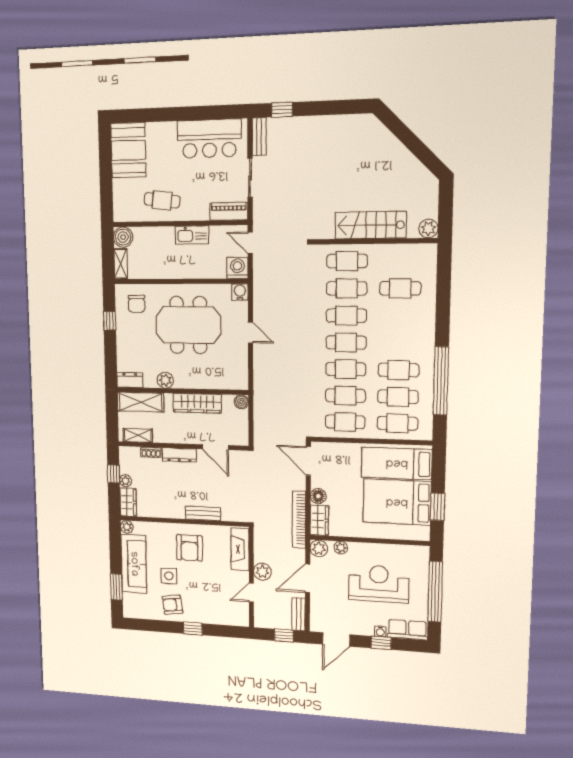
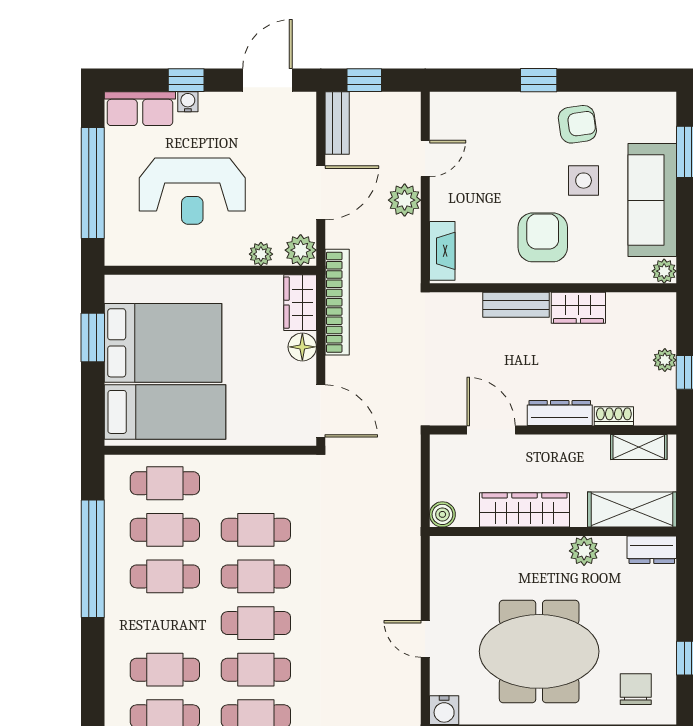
cafe table: (345, 422) -> (165, 670), moved
wardrobe: (128, 502) -> (578, 308), moved, turned -90
fireplace: (240, 549) -> (442, 251), width x0.73, depth x0.76

